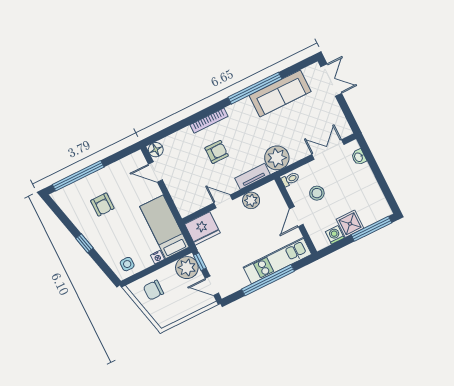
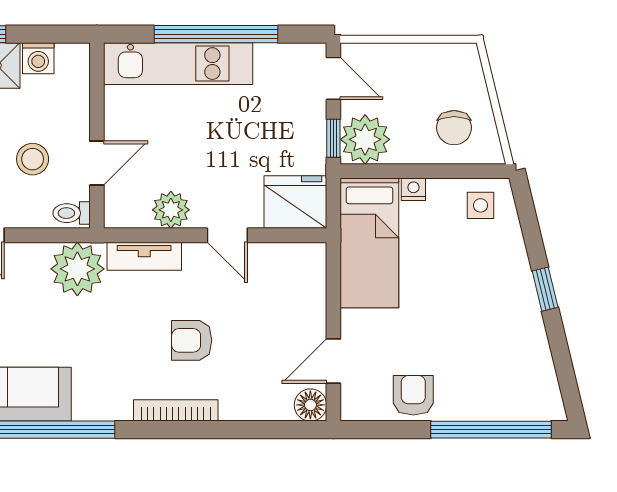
door: (155, 172) -> (333, 361), swing flipped
armchair: (102, 205) -> (413, 395), moved
door: (296, 217) -> (97, 163), moved
chair: (153, 290) -> (454, 128), turned 90

